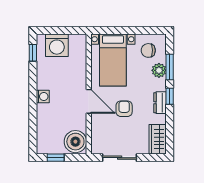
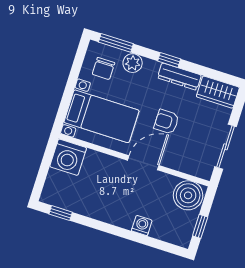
washing machine: (57, 45) -> (68, 157), moved, turned 90
window: (170, 67) -> (116, 43), moved
washing machine: (43, 97) -> (142, 225), moved
dresser: (160, 103) -> (179, 77), width x1.44

